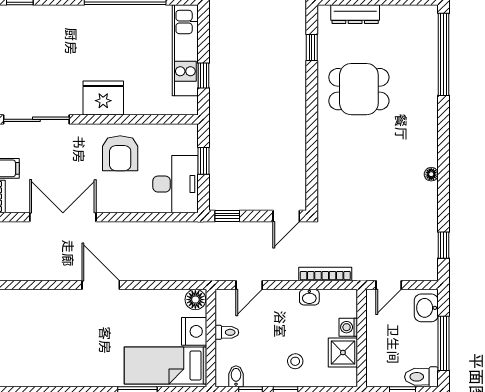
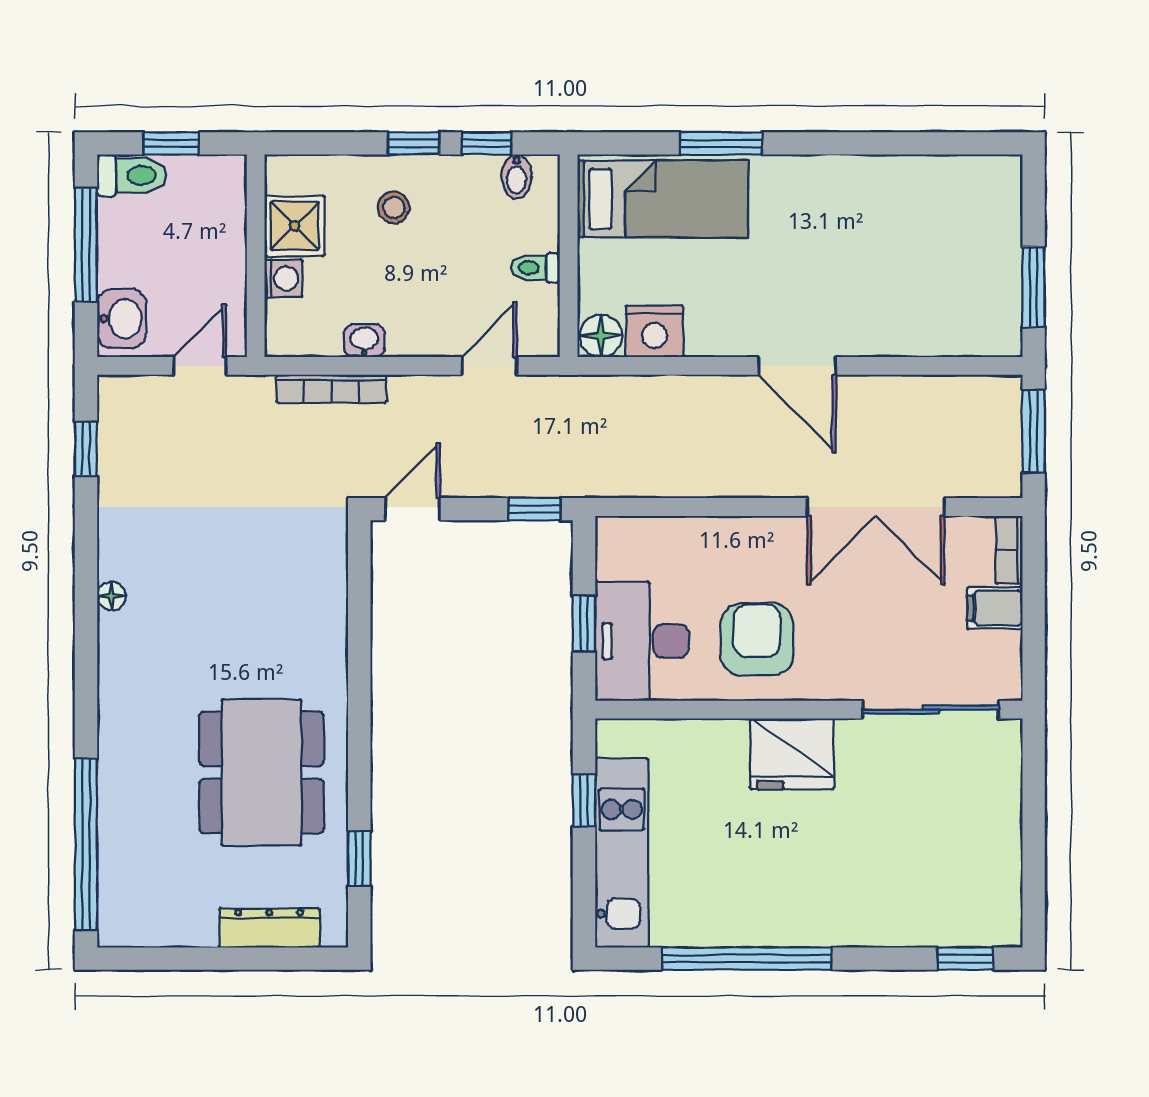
dining table: (359, 89) -> (261, 772), width x1.38
desk: (176, 184) -> (642, 641), moved
nightstand: (194, 331) -> (654, 331), moved, turned -90

